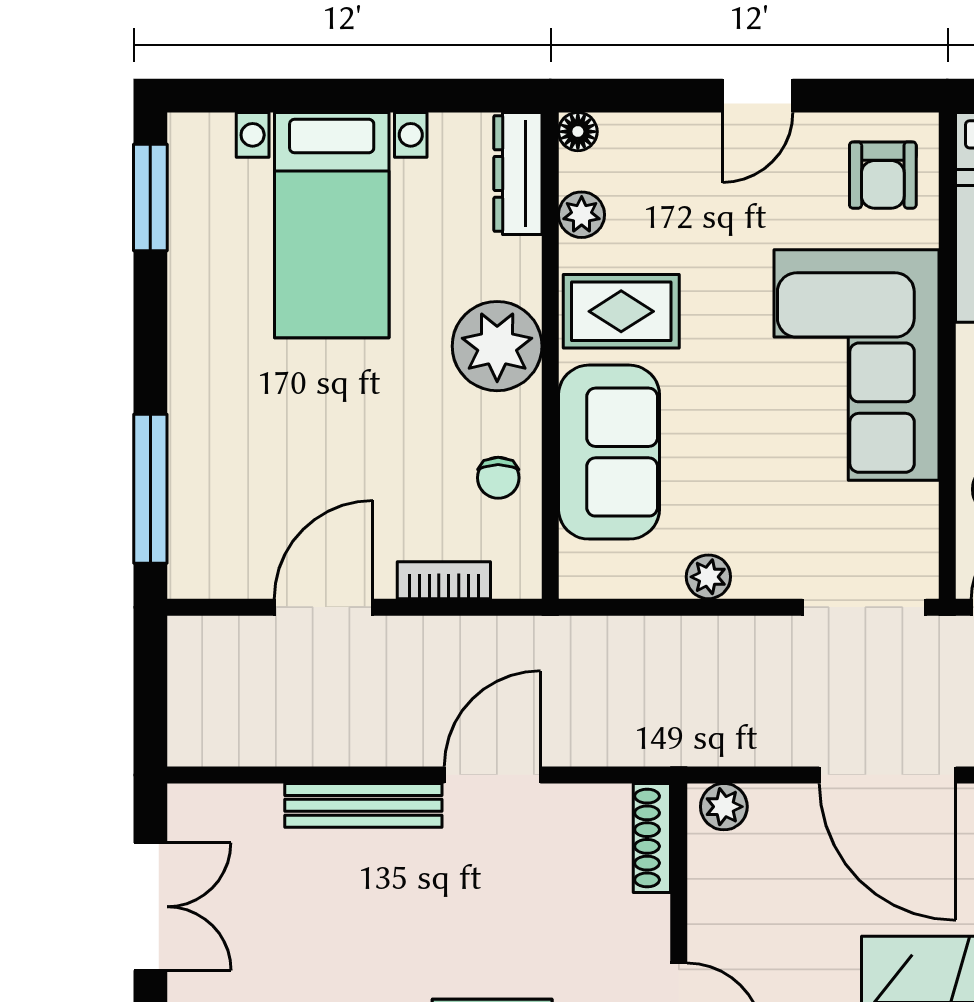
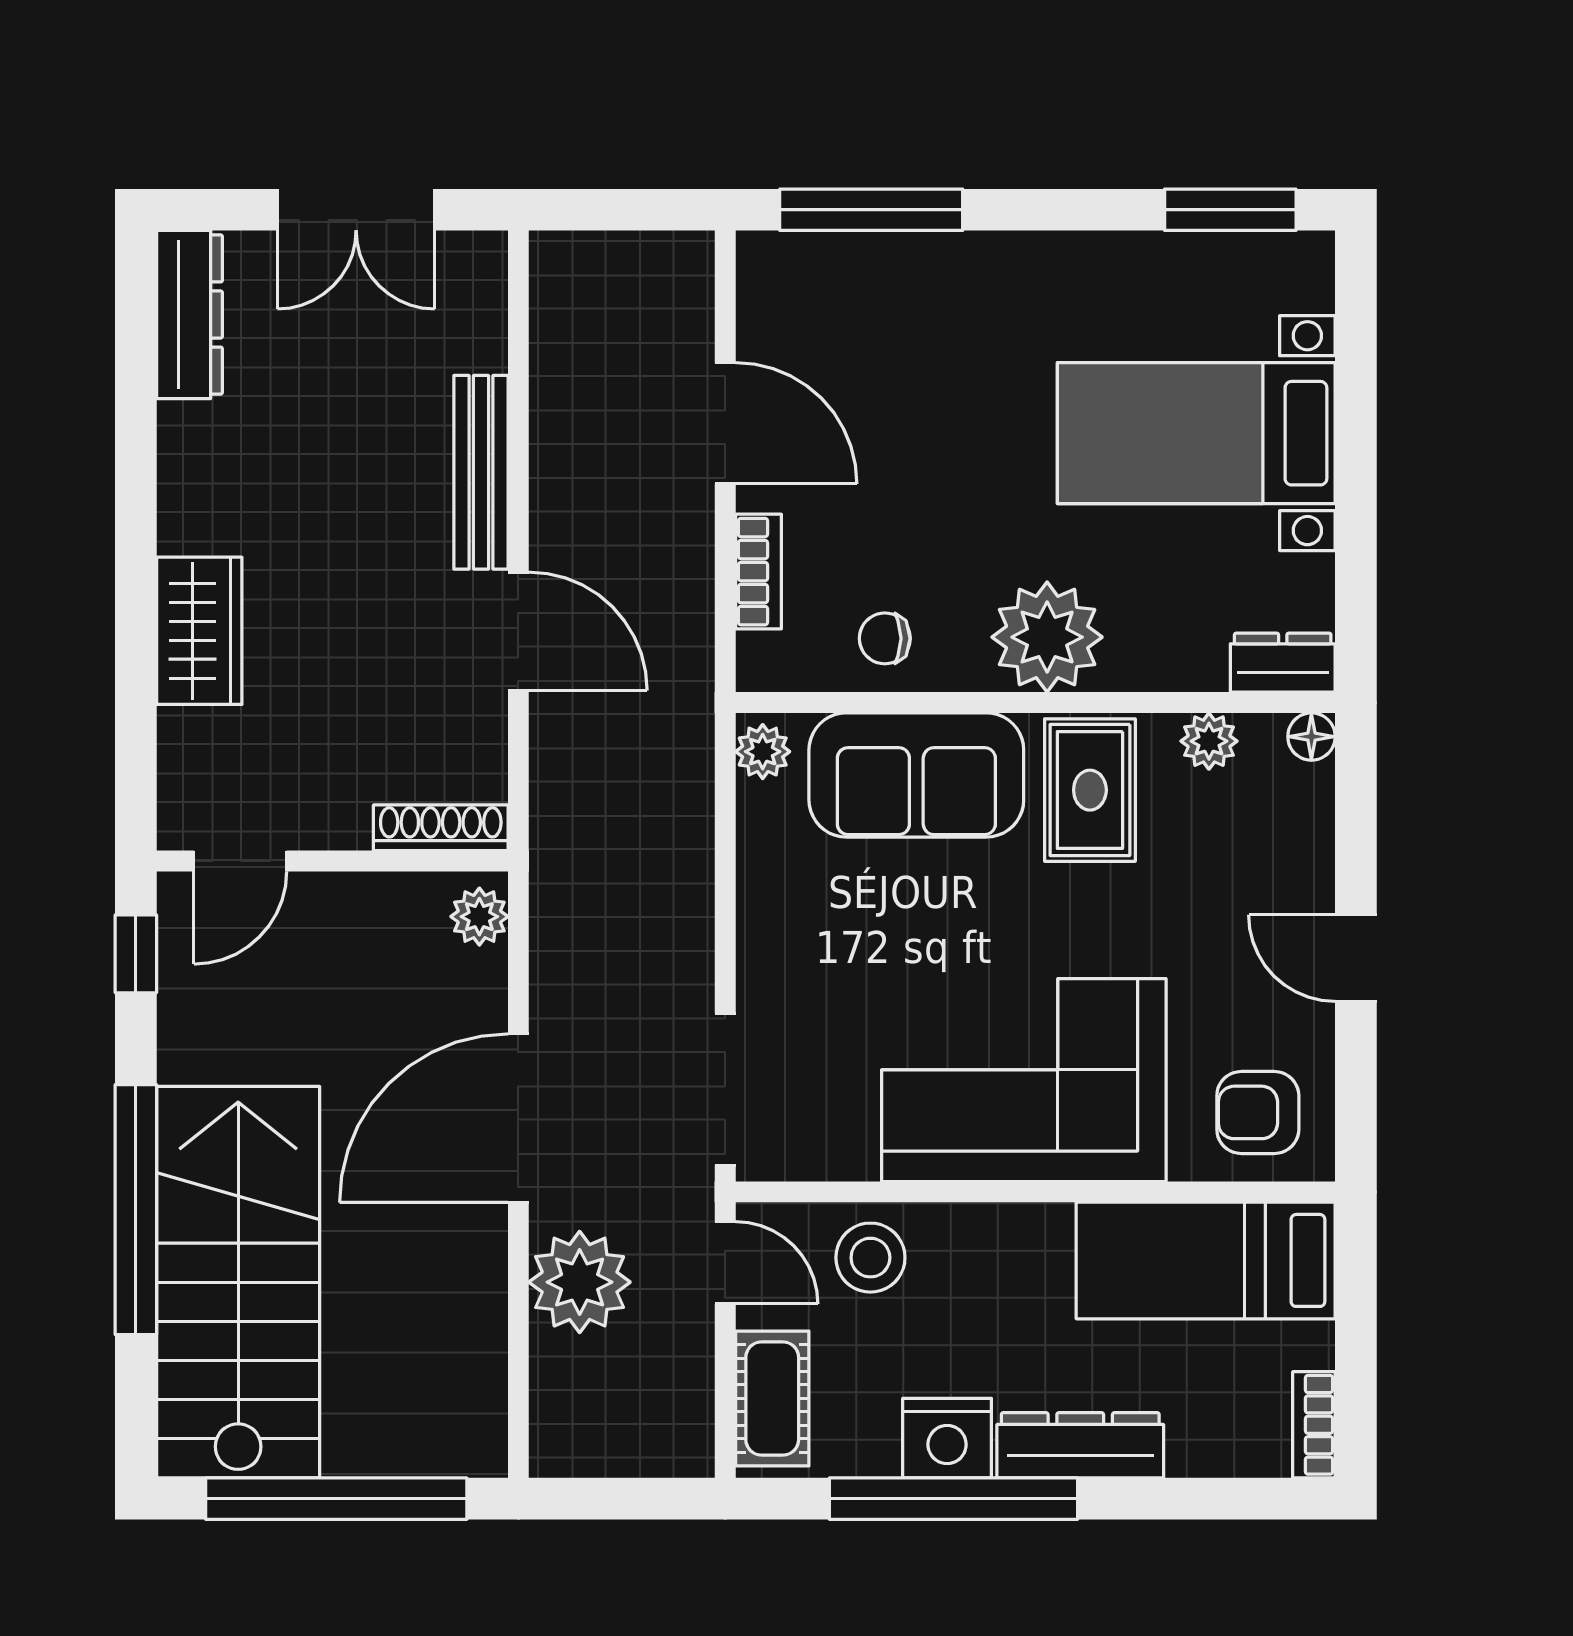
dresser: (518, 173) -> (1283, 663), width x0.70
plant: (708, 577) -> (763, 752), moved

